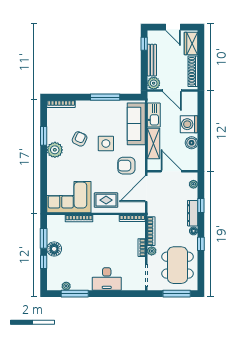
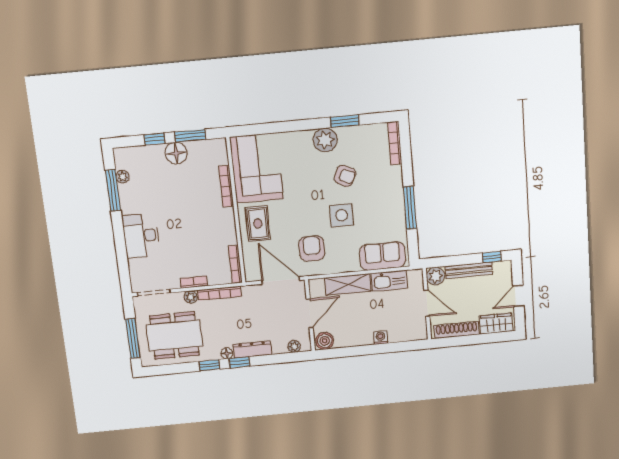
door: (172, 90) -> (427, 303), swing flipped
sofa: (136, 124) -> (382, 256), width x0.73
washing machine: (189, 124) -> (381, 338), width x0.53, depth x0.53
boiler: (192, 143) -> (325, 341), moved
window: (201, 206) -> (239, 362), moved

